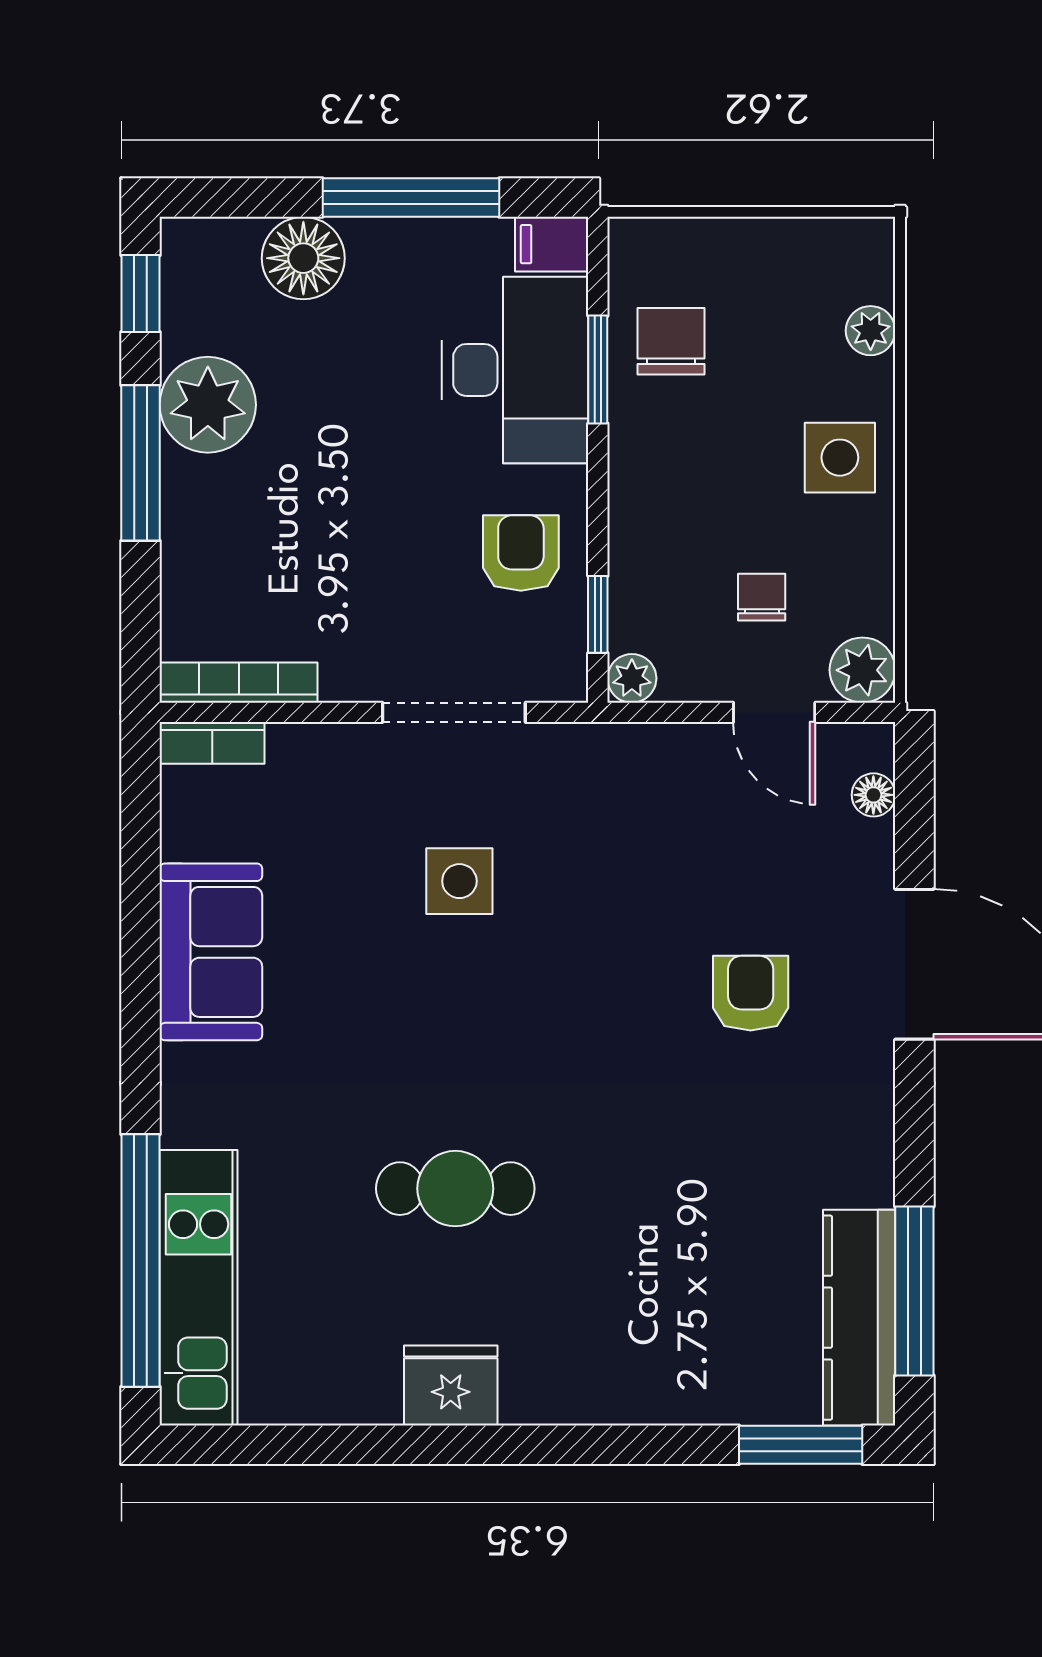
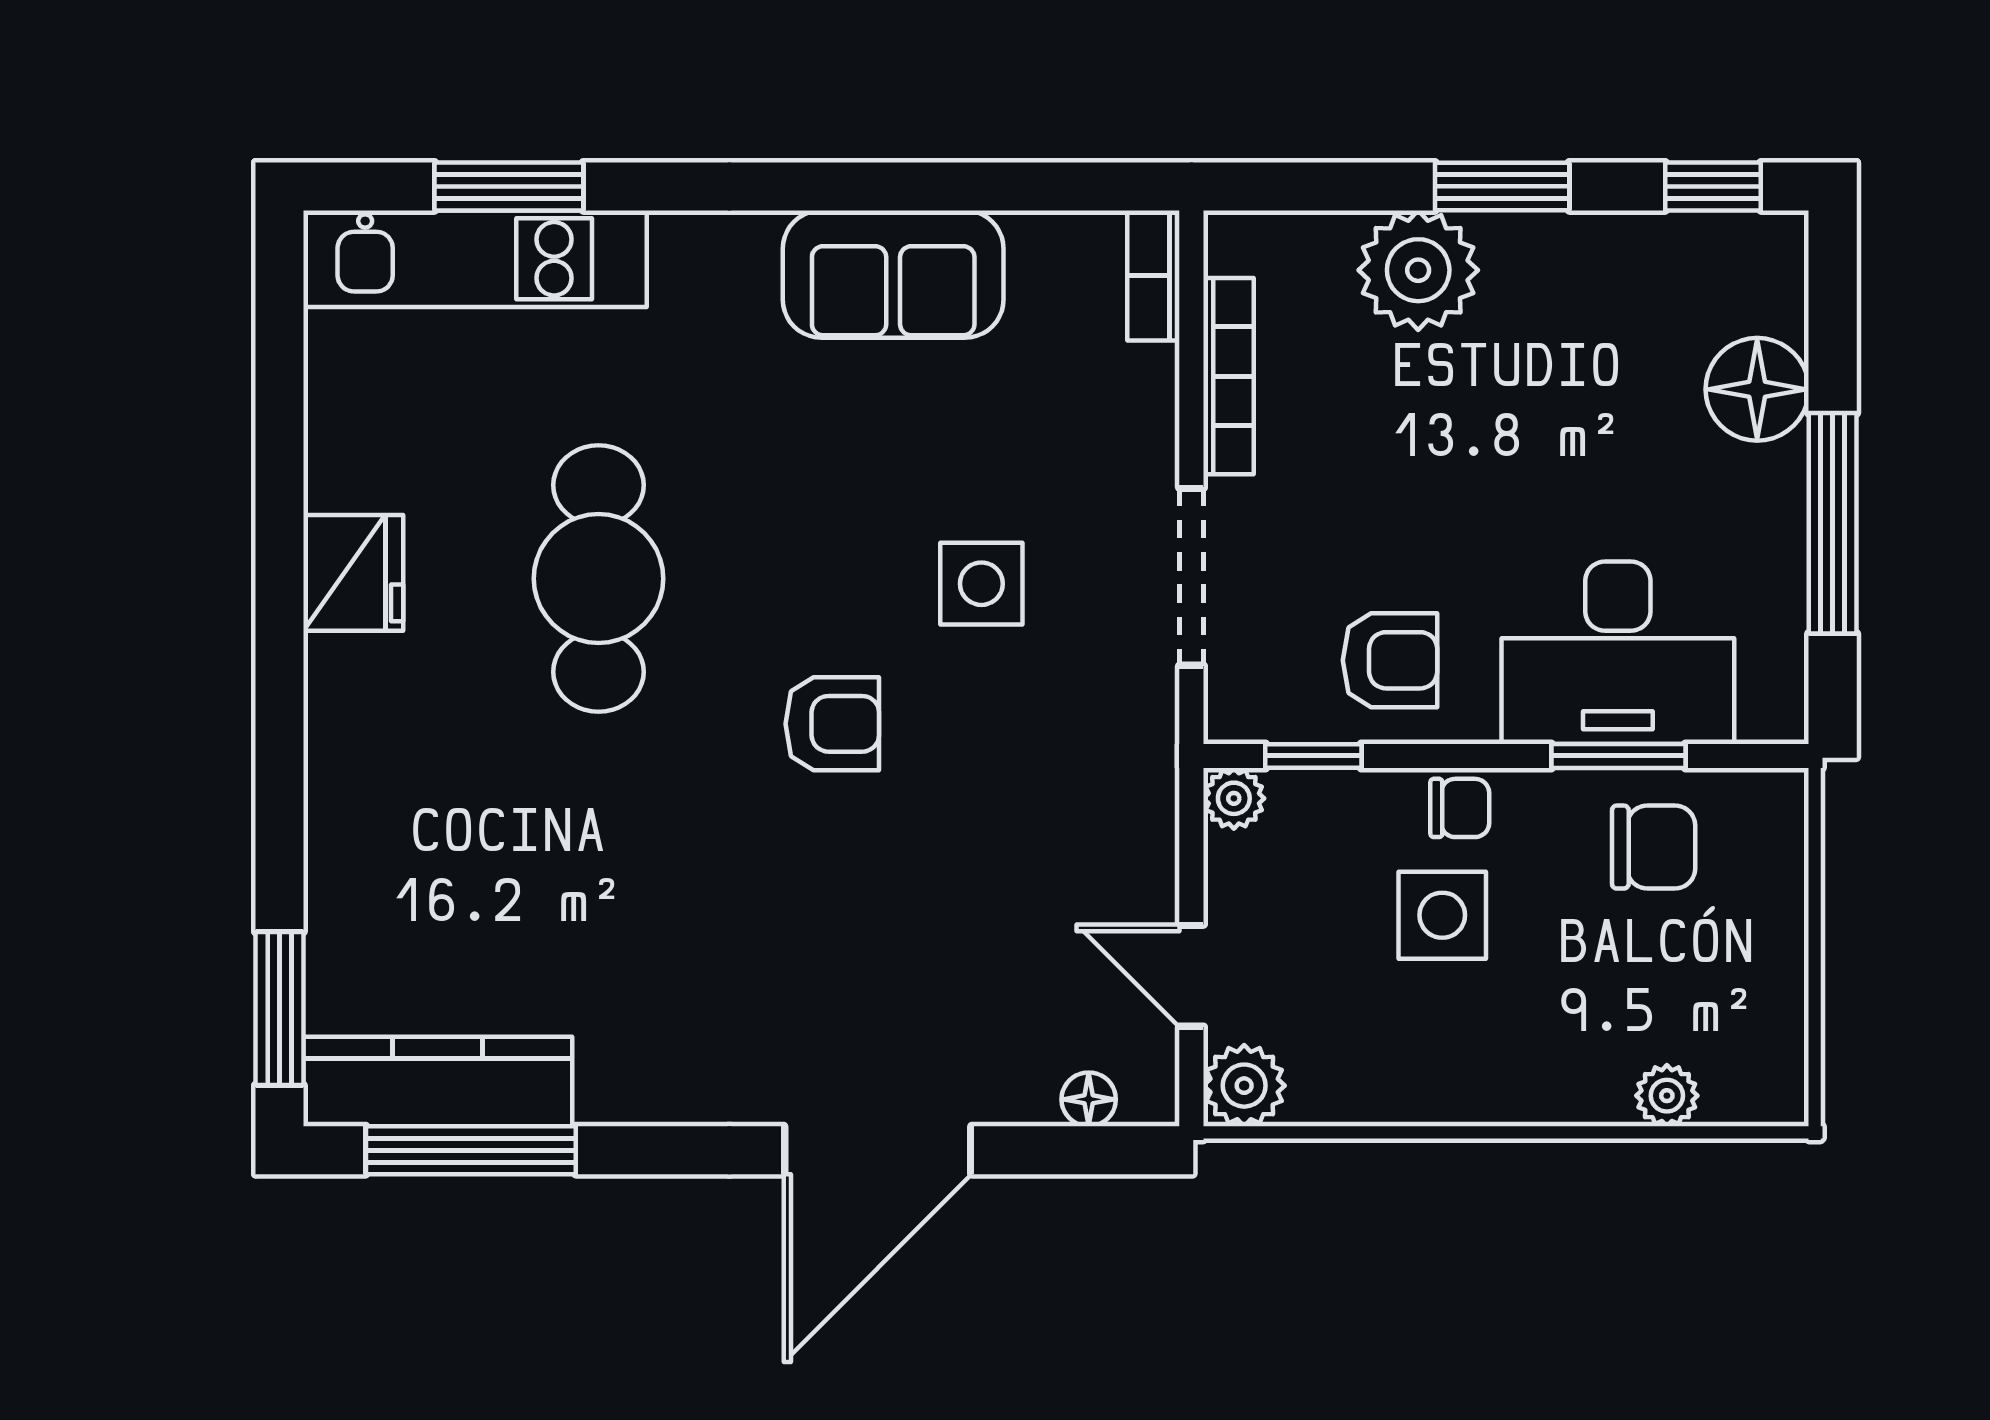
filing cabinet: (552, 244) -> (1775, 698), removed
plant: (208, 405) -> (1418, 270), moved
side table: (840, 458) -> (1442, 915), moved
window: (140, 463) -> (1502, 186), width x0.69
chair: (762, 597) -> (1460, 808), moved
bookcase: (239, 683) -> (1229, 376), moved
door: (774, 712) -> (1191, 976), hinge flipped
armchair: (751, 993) -> (832, 724), moved
cafe table: (455, 1189) -> (598, 579), width x1.37, depth x1.35
window: (140, 1260) -> (509, 186), width x0.47

